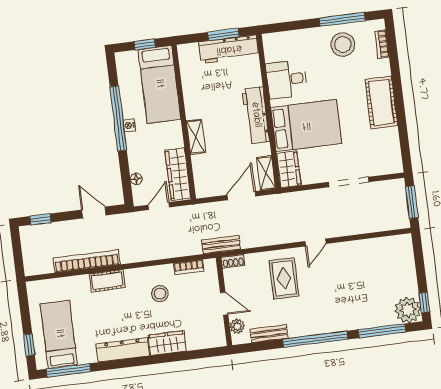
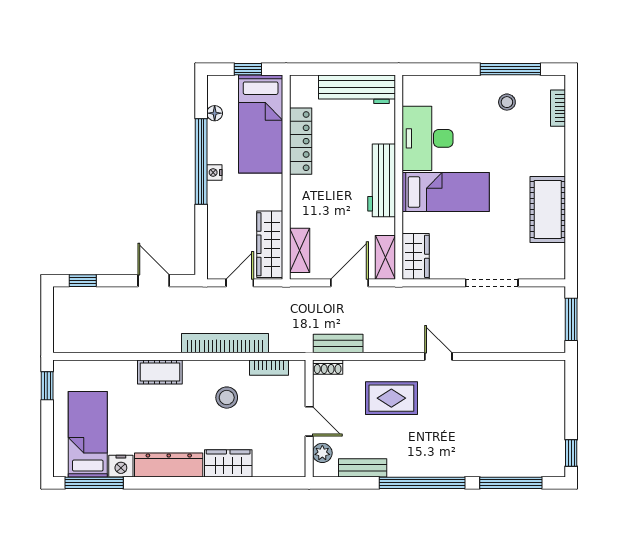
window: (223, 34) -> (353, 69), removed
stool: (343, 45) -> (507, 102), width x0.53, depth x0.53
desk: (286, 79) -> (428, 138), width x1.37
locker: (191, 94) -> (301, 141), added
cot: (381, 103) -> (548, 209), moved
bed: (306, 125) -> (446, 192), width x0.67
shelving: (196, 137) -> (300, 250), moved
floor lamp: (136, 179) -> (215, 113), moved
door: (315, 243) -> (438, 356), swing flipped
bench: (221, 245) -> (338, 344), moved
bookcase: (87, 261) -> (225, 343), moved
rug: (284, 278) -> (391, 398), turned 90
plant: (408, 310) -> (548, 460), removed
window: (29, 345) -> (47, 386), moved
nightstand: (87, 355) -> (121, 466), added

